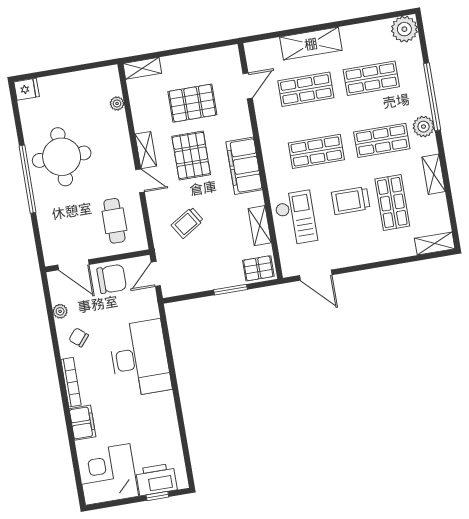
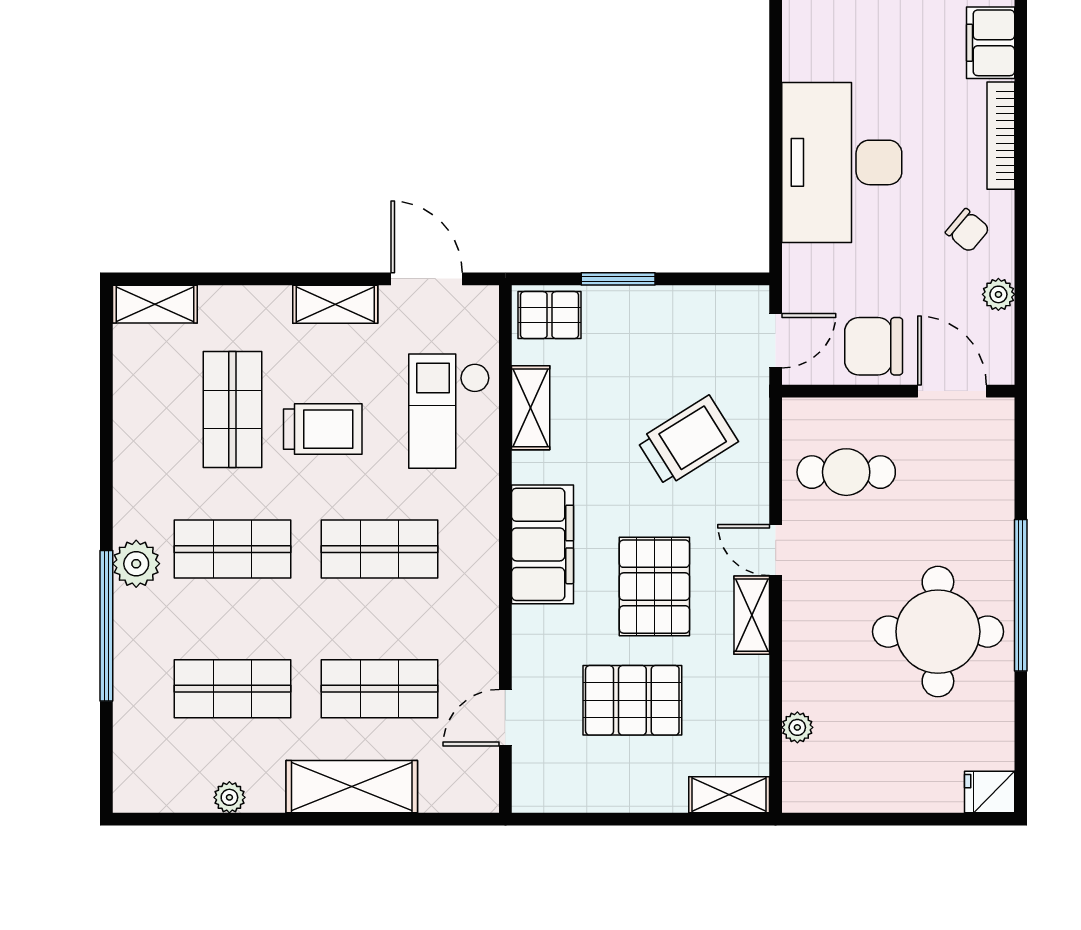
plant: (404, 29) -> (229, 797), moved, width x0.53, depth x0.53
shelving: (434, 174) -> (335, 304), moved, turned 90
cafe table: (114, 221) -> (846, 472), turned 90
trolley: (187, 223) -> (688, 441), width x1.36, depth x1.39

